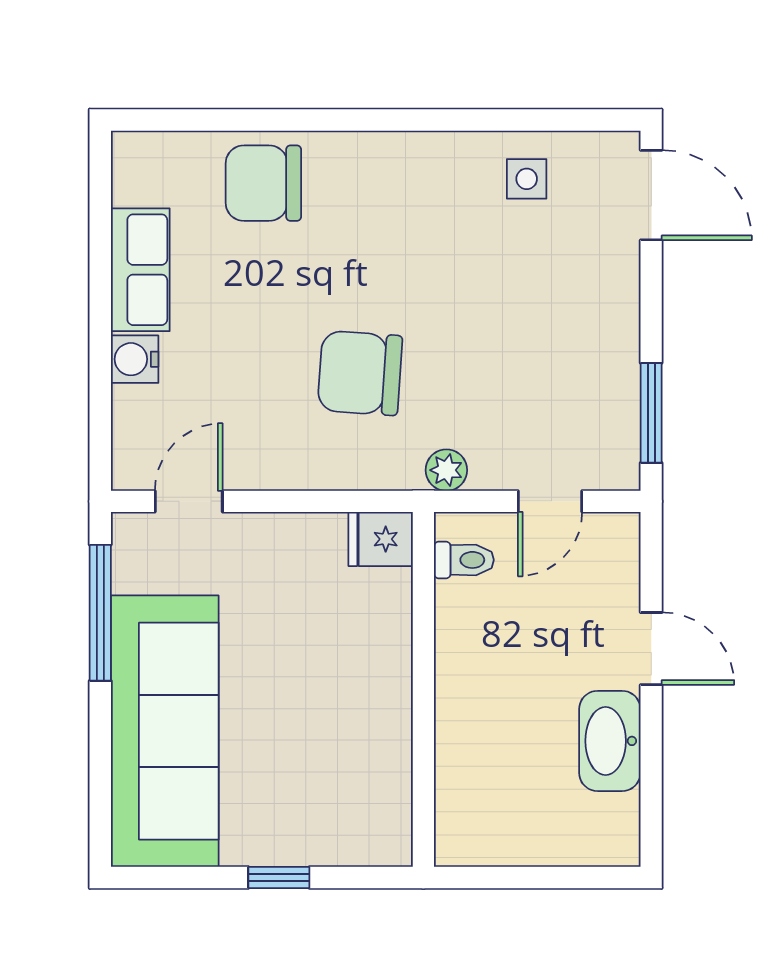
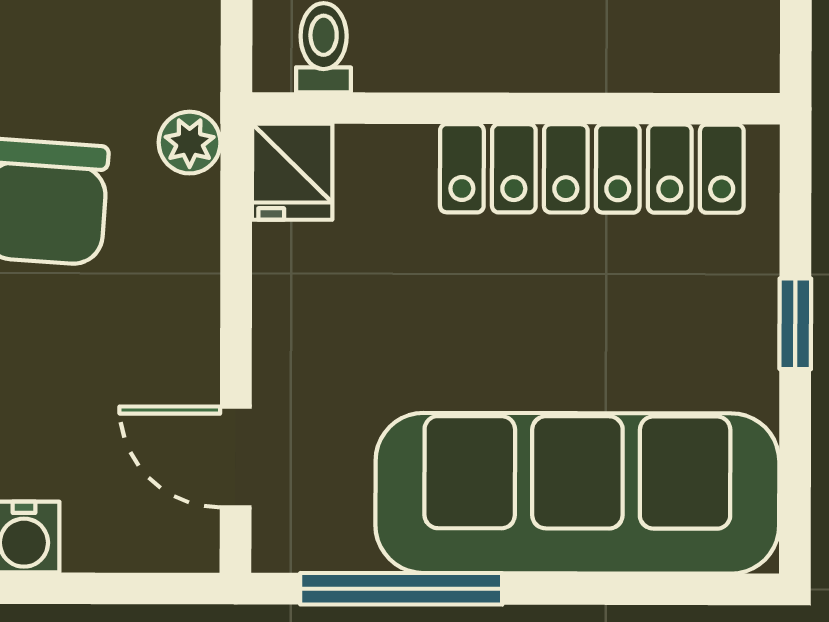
plant: (446, 470) -> (190, 143), moved
locker: (383, 740) -> (592, 168), added

